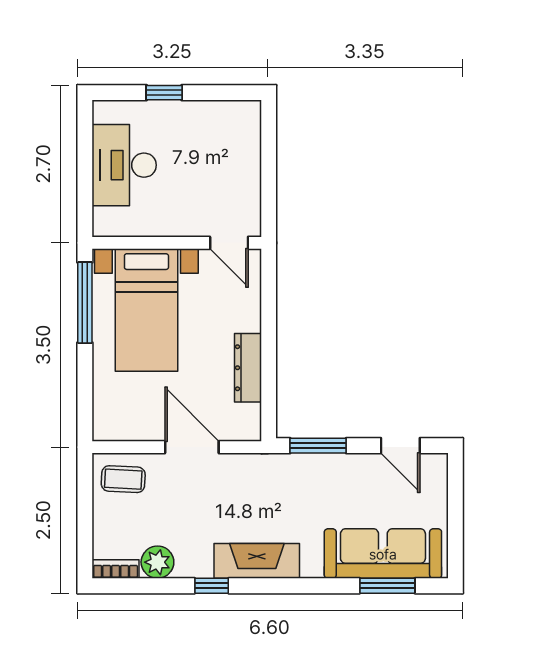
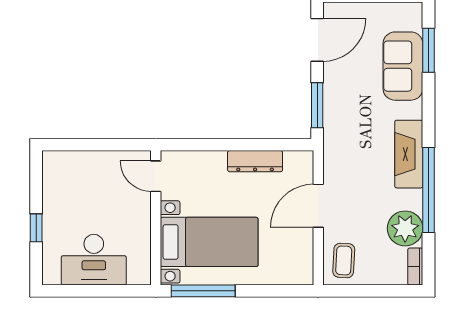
door: (229, 243) -> (156, 176), swing flipped
door: (400, 446) -> (317, 40), width x1.38
sofa: (383, 554) -> (403, 66), width x0.73
plant: (157, 562) -> (405, 228), width x1.36, depth x1.36
window: (212, 586) -> (429, 190), width x3.17

